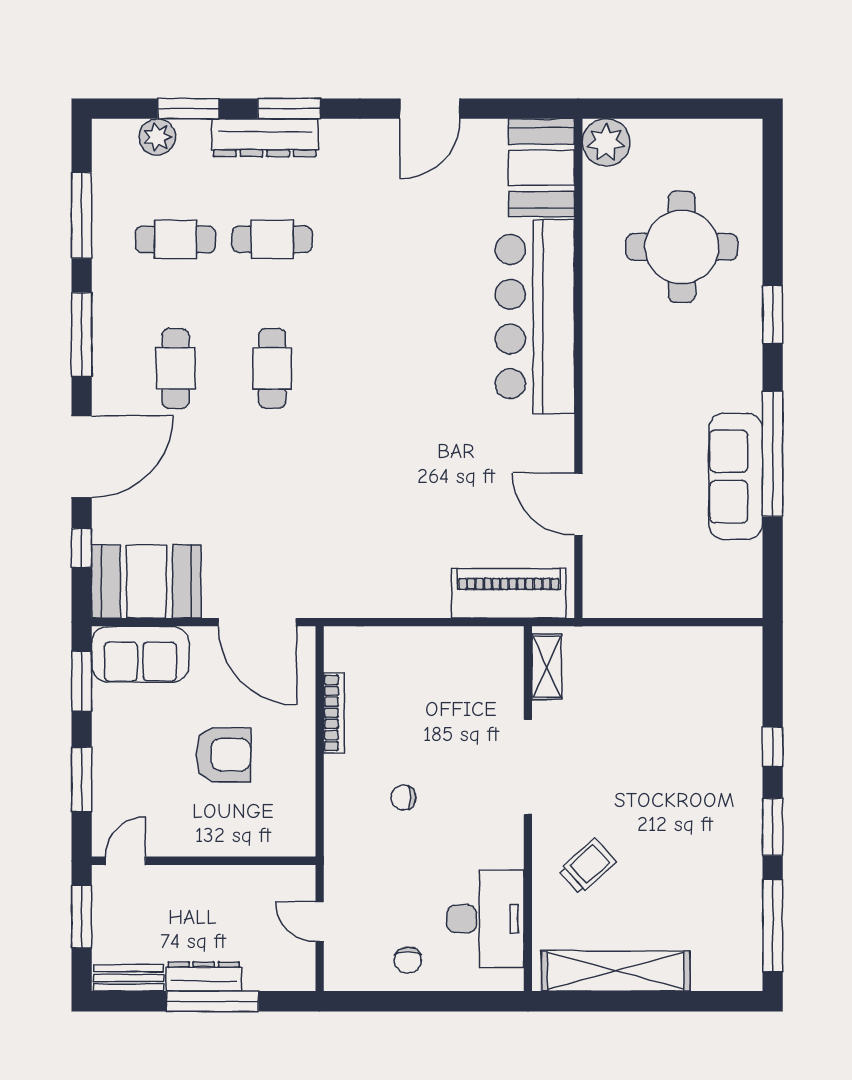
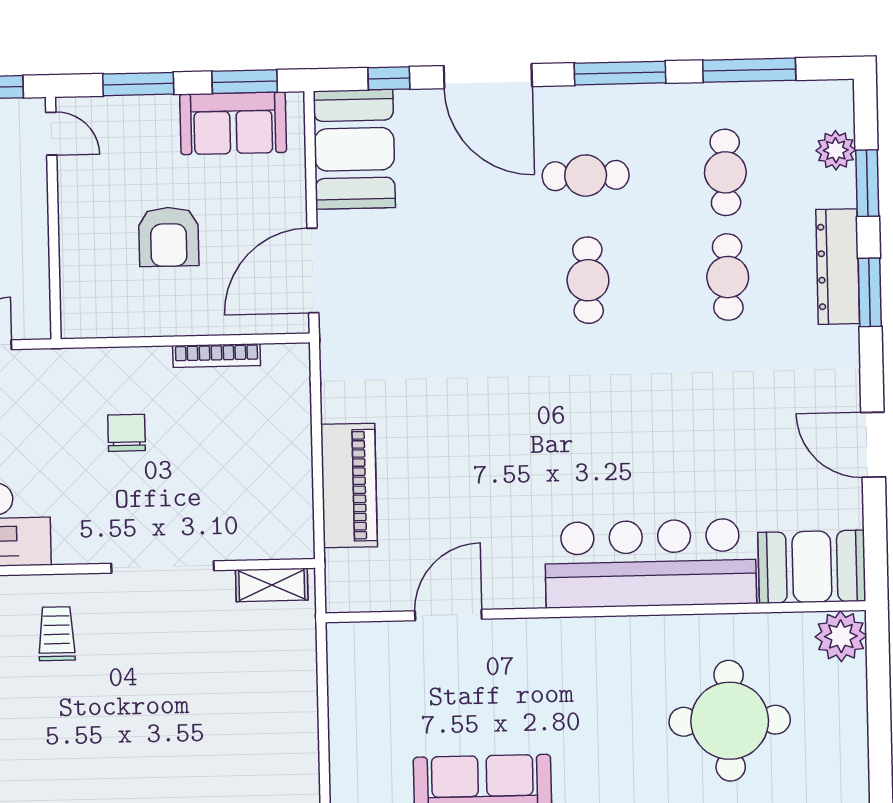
cafe table: (272, 368) -> (588, 280), turned 90
piano: (509, 593) -> (349, 486), moved
sofa: (140, 654) -> (233, 123), moved, turned -90
chair: (403, 798) -> (127, 433), width x1.37, depth x1.37
trolley: (587, 866) -> (57, 634), turned -138

